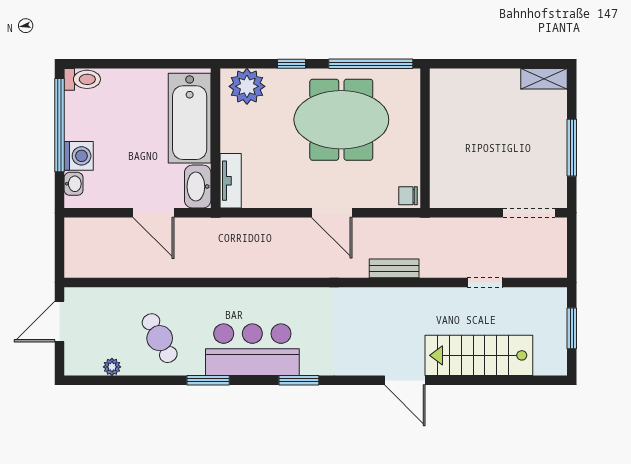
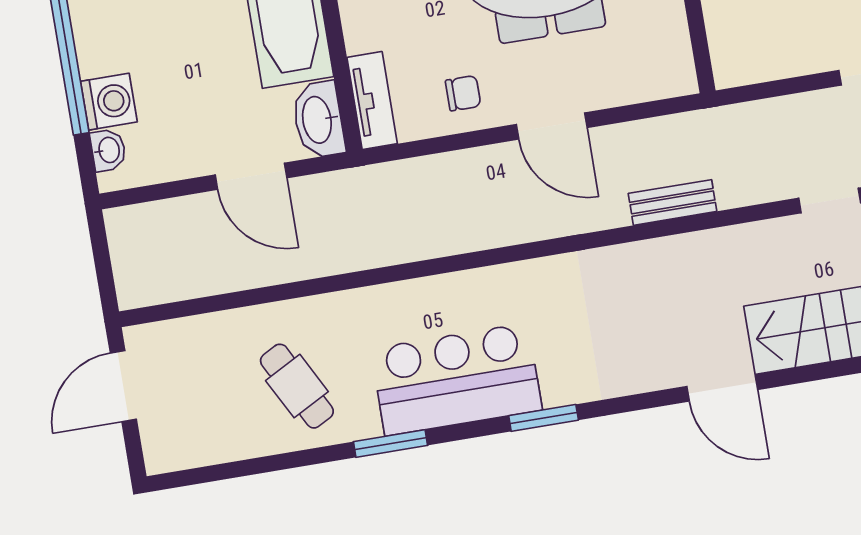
chair: (408, 196) -> (463, 93), moved, turned 180
plant: (112, 367) -> (225, 448), removed

